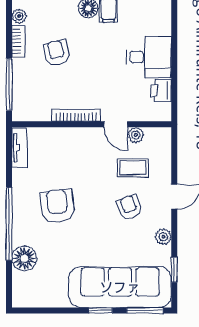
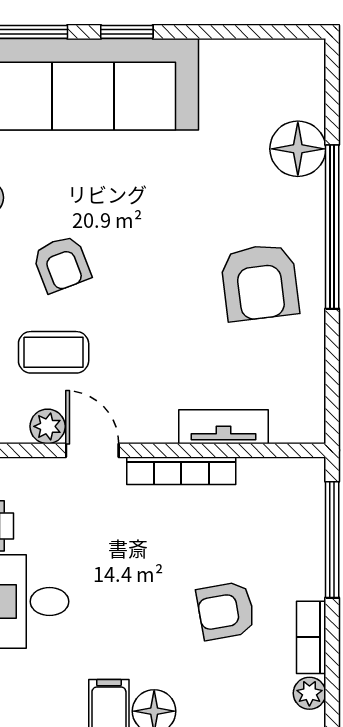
armchair: (56, 53) -> (226, 611), turned 92
tv unit: (20, 148) -> (224, 427), moved, turned 90
armchair: (57, 206) -> (260, 282), moved

